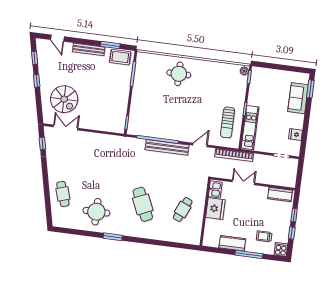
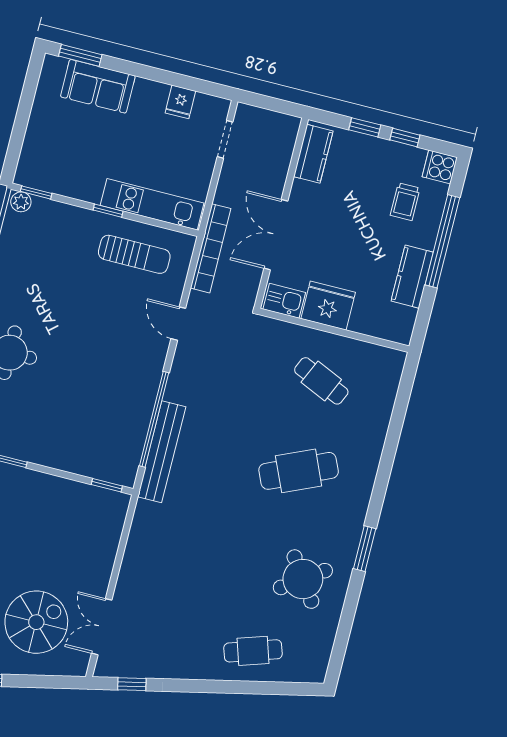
bench: (167, 147) -> (162, 452), moved
double door: (243, 182) -> (276, 235), width x1.37
round table: (96, 212) -> (303, 579), turned -35
window: (249, 254) -> (442, 241), width x1.46

